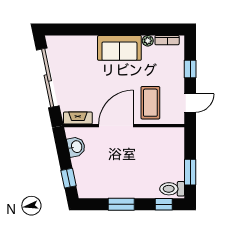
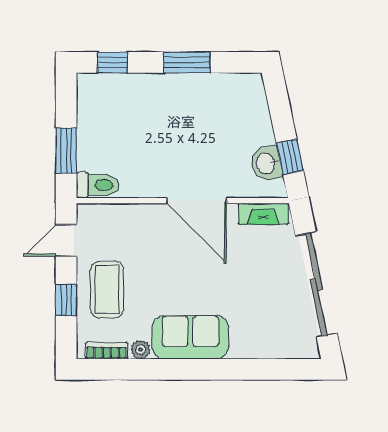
coffee table: (150, 103) -> (107, 289), moved
door: (116, 126) -> (196, 201), hinge flipped
window: (190, 172) -> (66, 151), moved
window: (69, 178) -> (290, 157), moved
toilet: (172, 189) -> (98, 185), moved

